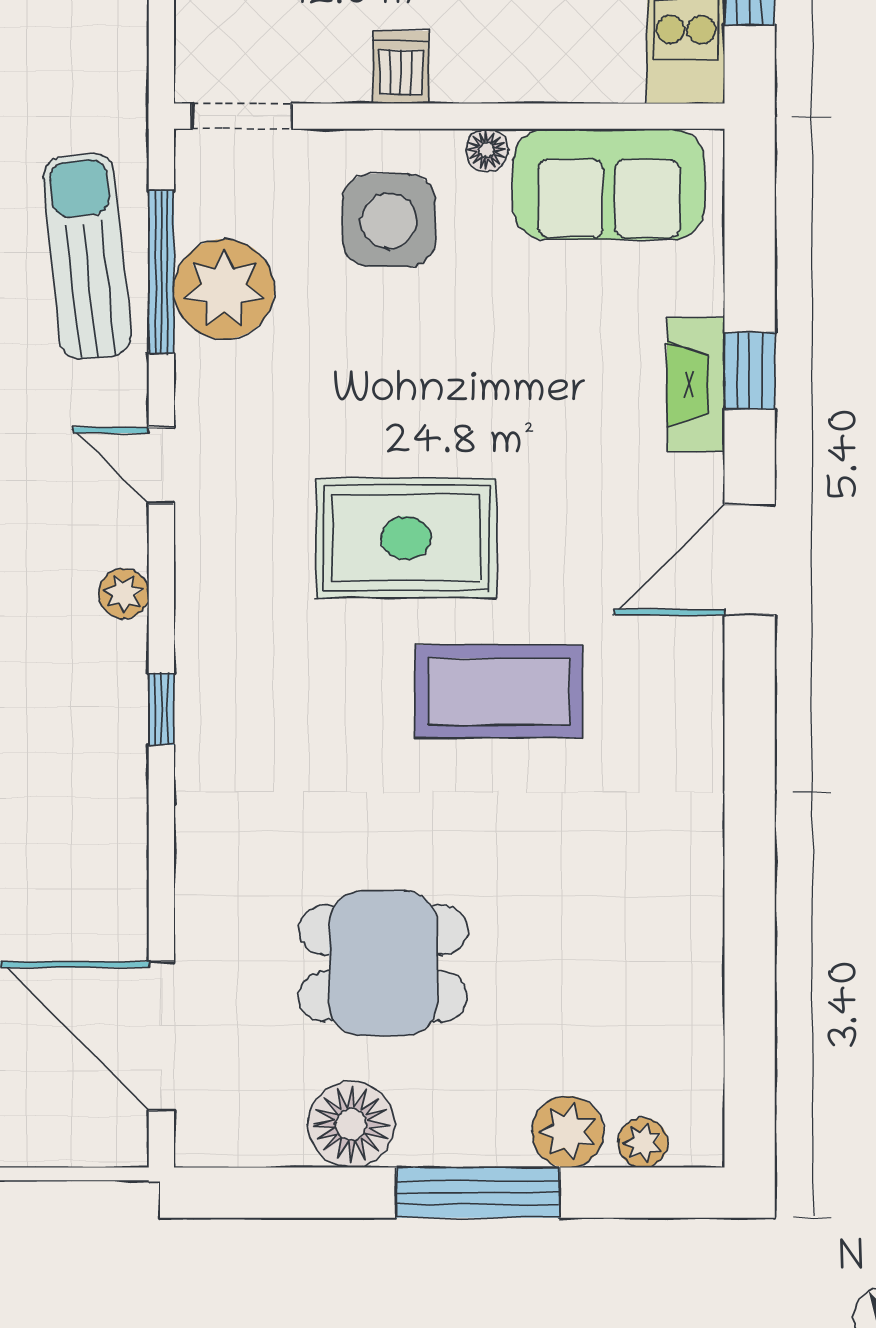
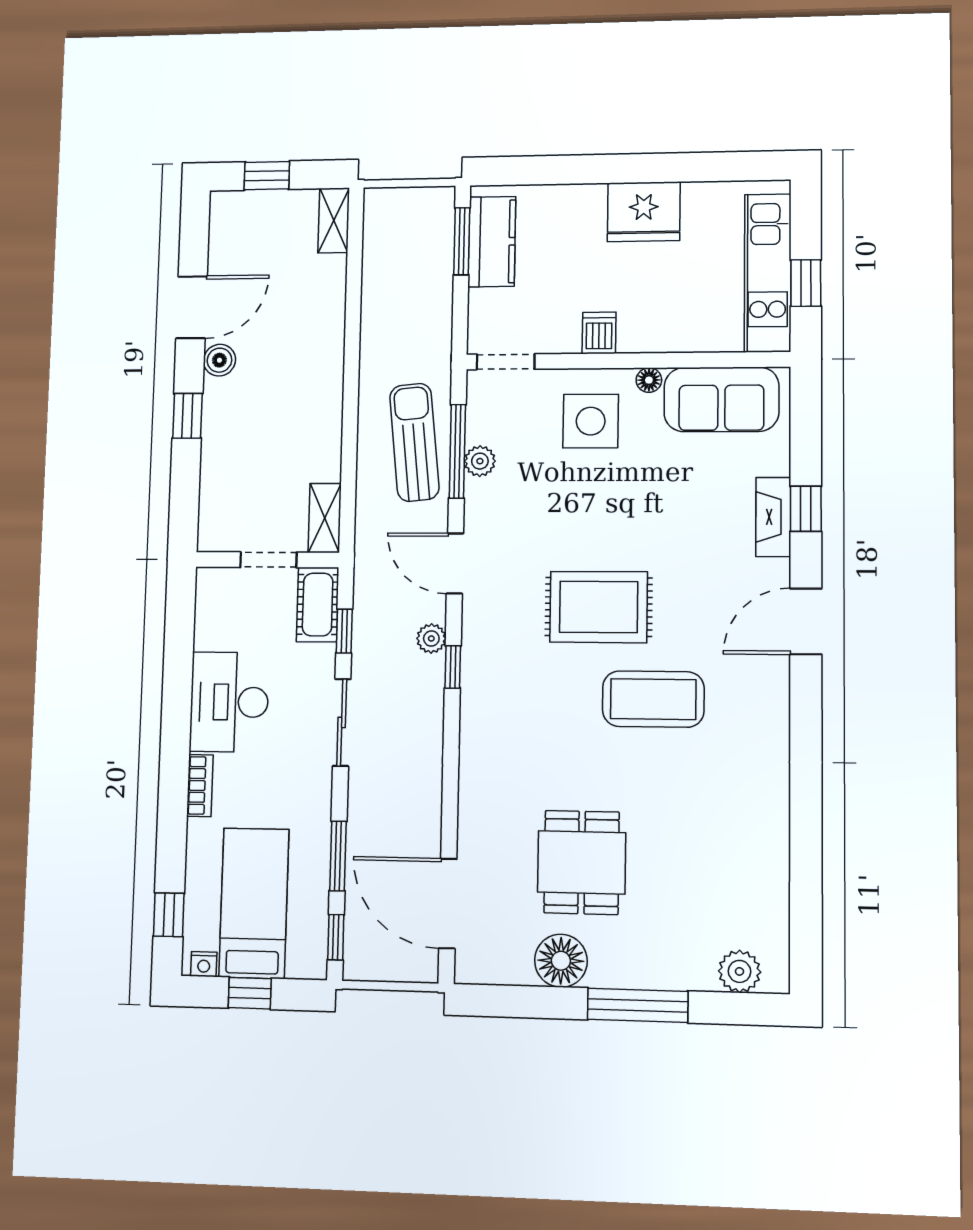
plant: (224, 289) -> (480, 461), width x0.53, depth x0.53
door: (161, 465) -> (455, 563), width x1.38
window: (161, 709) -> (453, 667), moved
dining table: (383, 963) -> (582, 862), turned 90
plant: (568, 1132) -> (693, 969), removed
plant: (643, 1143) -> (739, 971), width x1.38, depth x1.38

